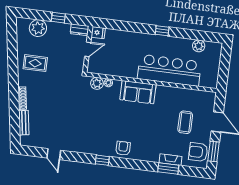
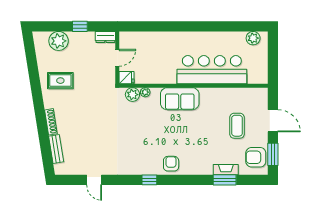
window: (162, 31) -> (198, 26), removed
fridge: (98, 33) -> (127, 78), moved
plant: (199, 46) -> (253, 38), moved

